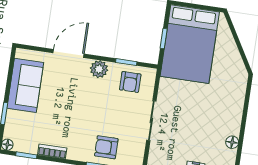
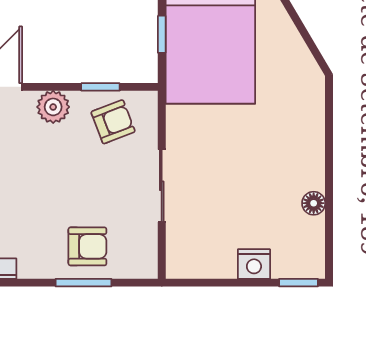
armchair: (130, 82) -> (113, 122), turned -111
armchair: (106, 147) -> (87, 246), turned 180

